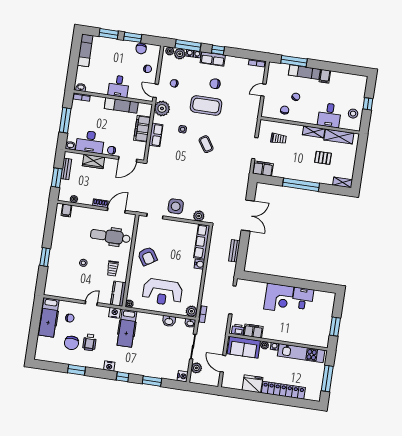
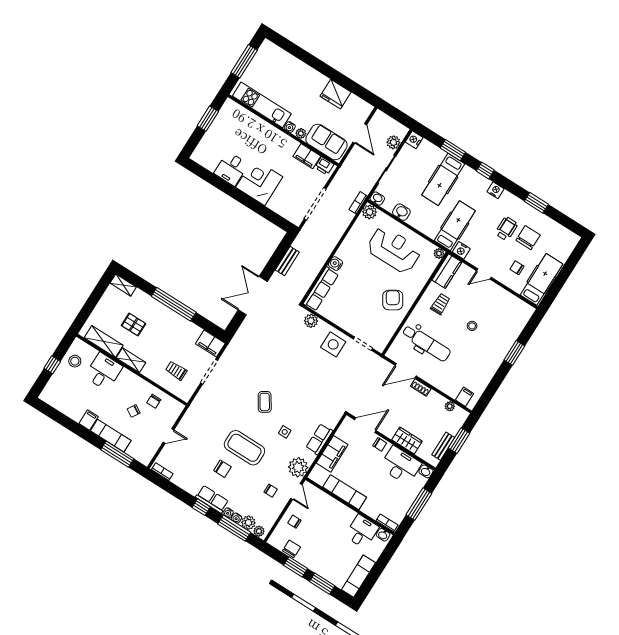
desk: (119, 86) -> (362, 532), moved
hospital bed: (150, 357) -> (443, 179), added
locker: (283, 390) -> (302, 70), removed

